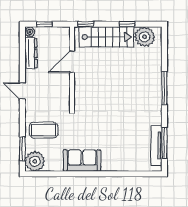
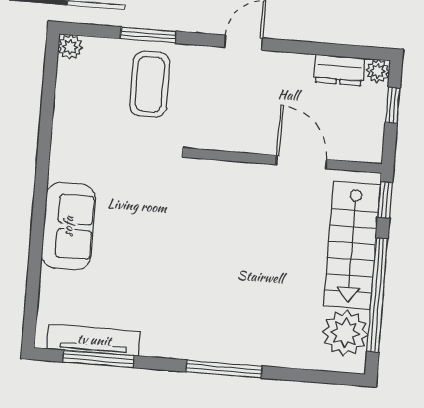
window: (127, 24) -> (377, 295), width x3.17
dresser: (31, 53) -> (339, 70), width x0.70
window: (22, 149) -> (148, 35), moved
sofa: (82, 160) -> (68, 226), moved
plant: (35, 161) -> (70, 47), width x0.53, depth x0.53

